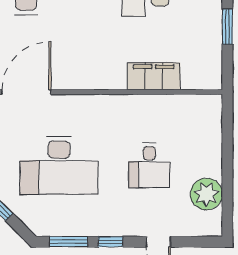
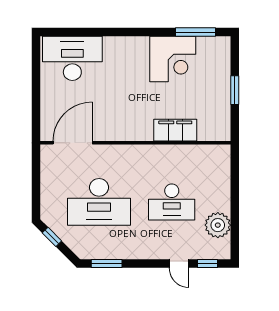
desk: (149, 165) -> (172, 202), width x1.37
window: (111, 242) -> (208, 264), moved

